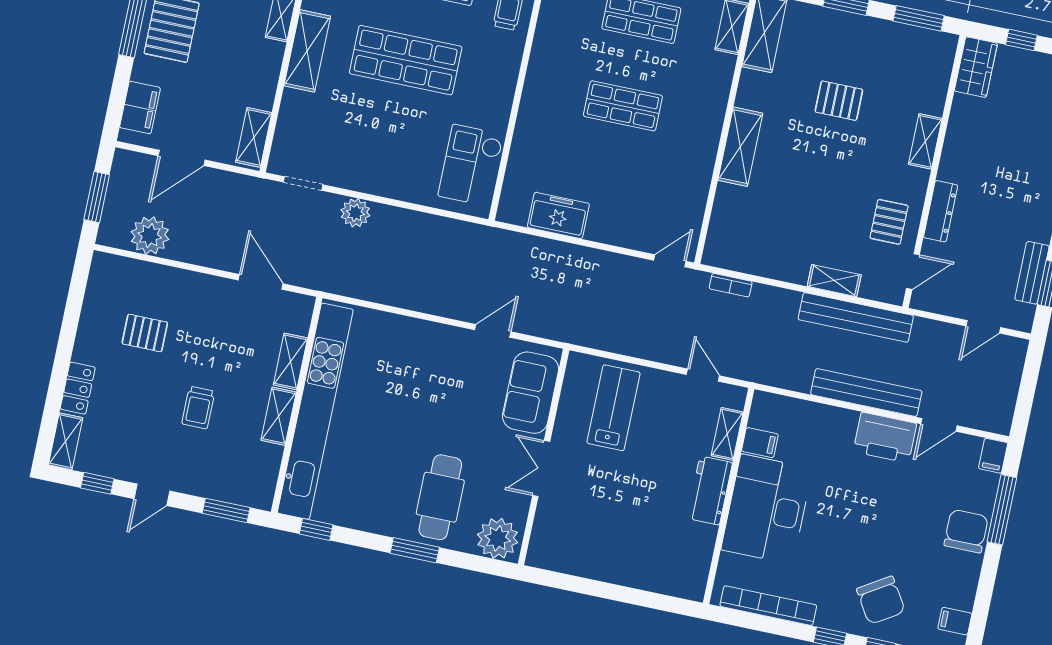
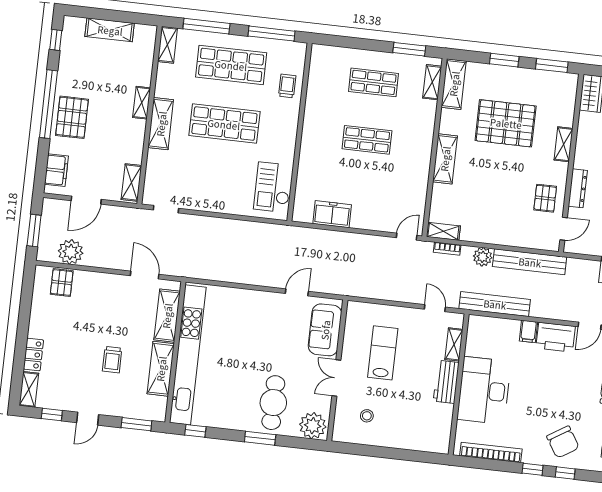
pallet: (839, 101) -> (506, 123), width x2.05, depth x2.00
plant: (355, 213) -> (483, 257), moved
shelving: (834, 281) -> (443, 231), moved
pallet: (145, 333) -> (62, 283), moved, turned 90
shelving: (290, 361) -> (167, 316), width x1.50, depth x1.33
bench: (866, 393) -> (495, 304), moved
lab bench: (614, 408) -> (383, 353), moved
shelving: (279, 416) -> (161, 369), width x1.50, depth x1.33
filing cabinet: (760, 443) -> (528, 331), moved, turned 90
stool: (583, 531) -> (367, 416), added

